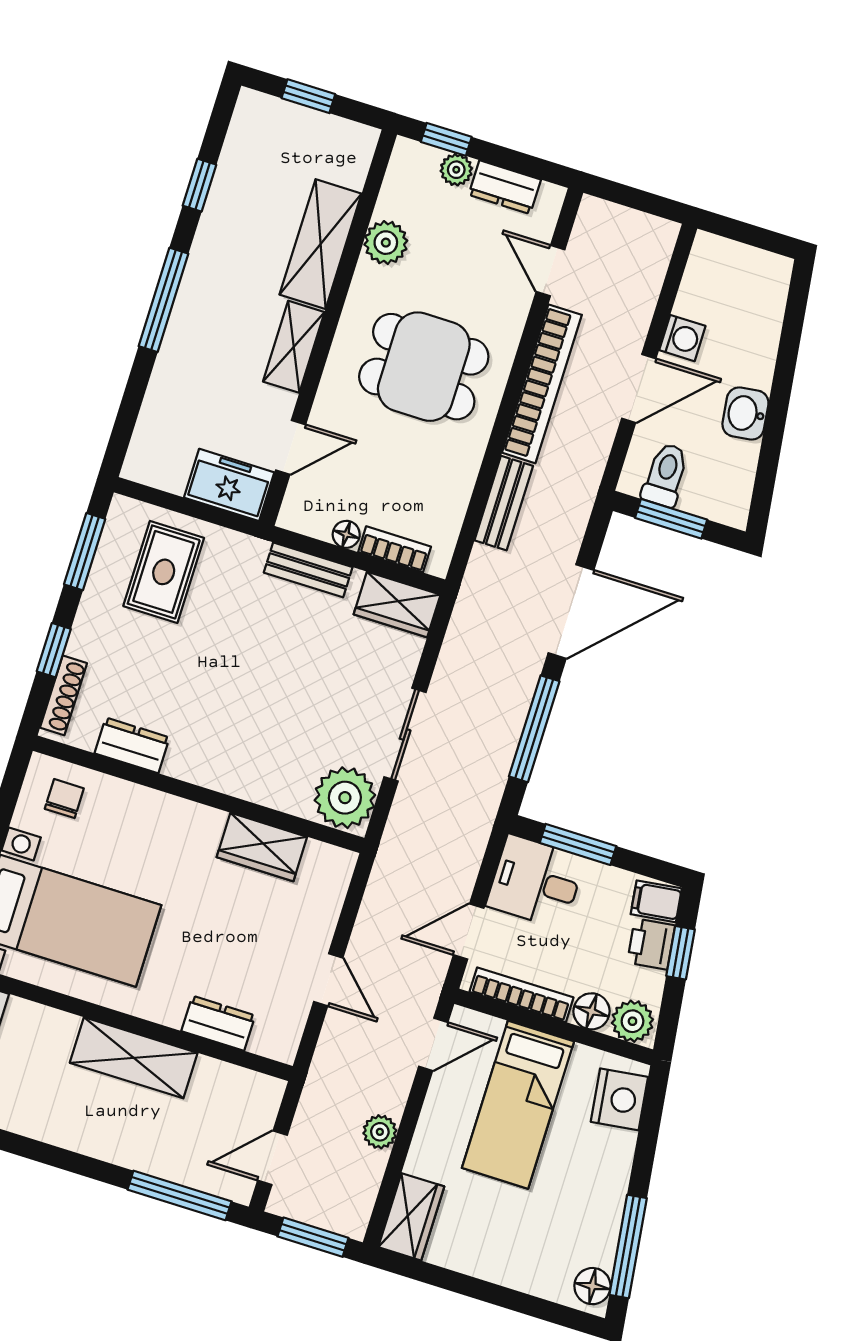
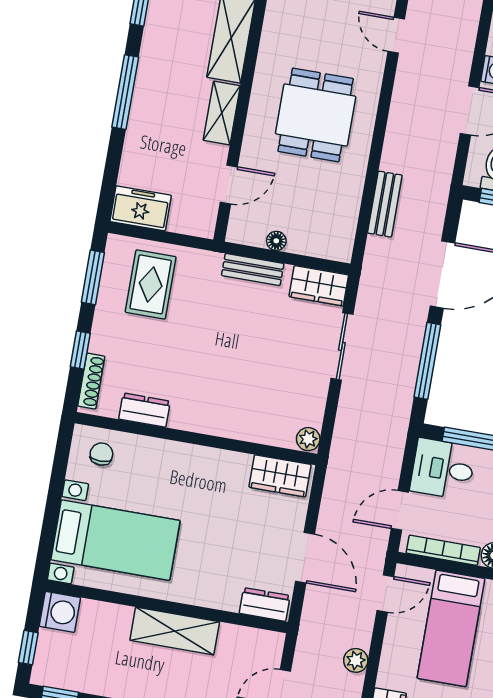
plant: (386, 243) -> (277, 31), removed
dining table: (424, 367) -> (316, 115), turned 90
bookcase: (542, 384) -> (401, 116), removed
freezer: (229, 485) -> (141, 208), moved
bookcase: (395, 549) -> (312, 247), removed
sliding door: (405, 735) -> (342, 346), moved
plant: (345, 798) -> (308, 439), width x0.53, depth x0.53
wardrobe: (262, 847) -> (280, 476), moved
door: (328, 980) -> (305, 558), width x1.38
dresser: (218, 1023) -> (265, 604), moved

